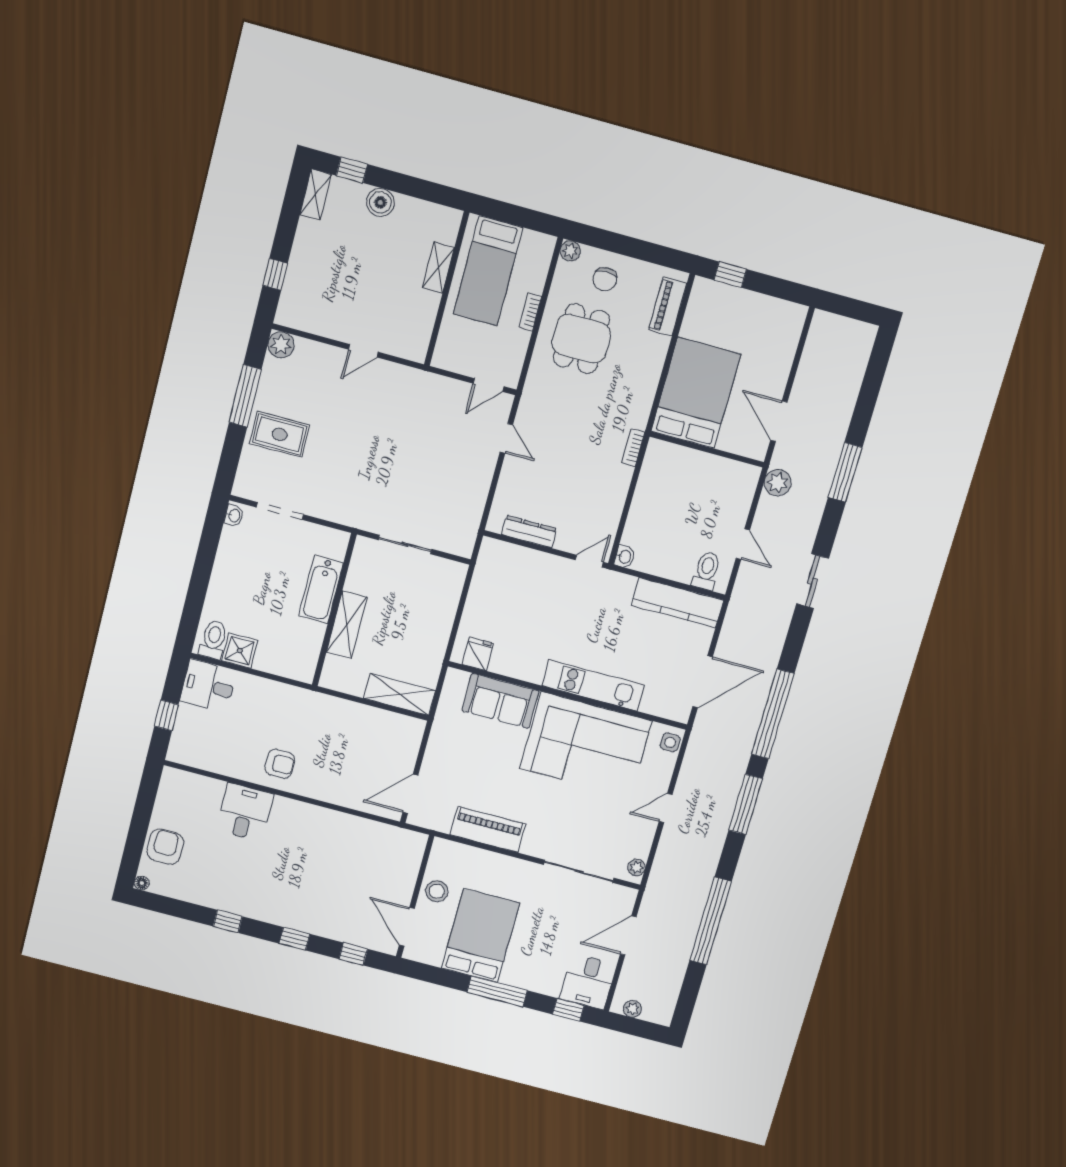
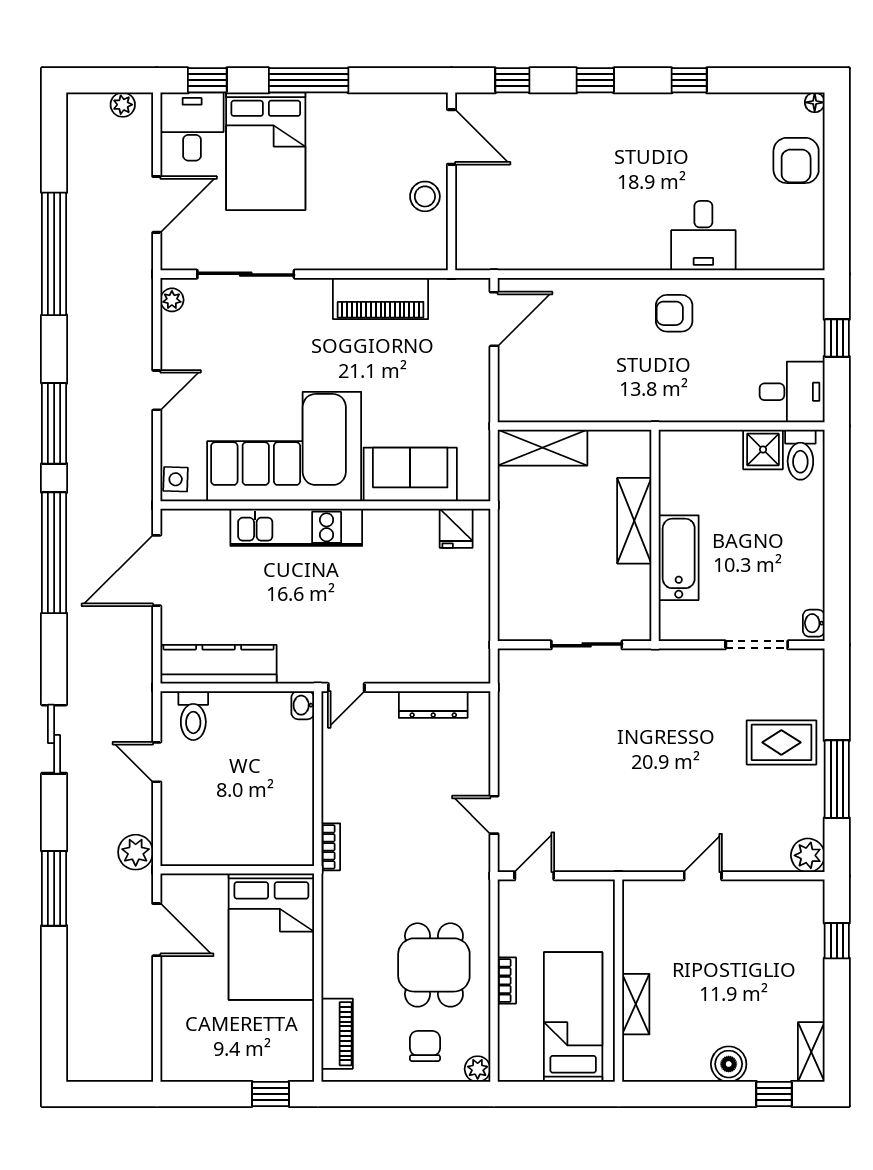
bed: (481, 936) -> (266, 151), moved

